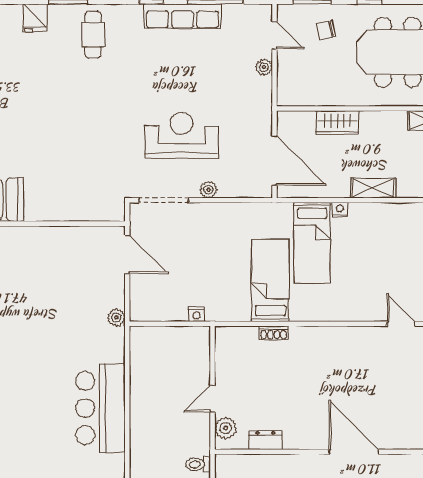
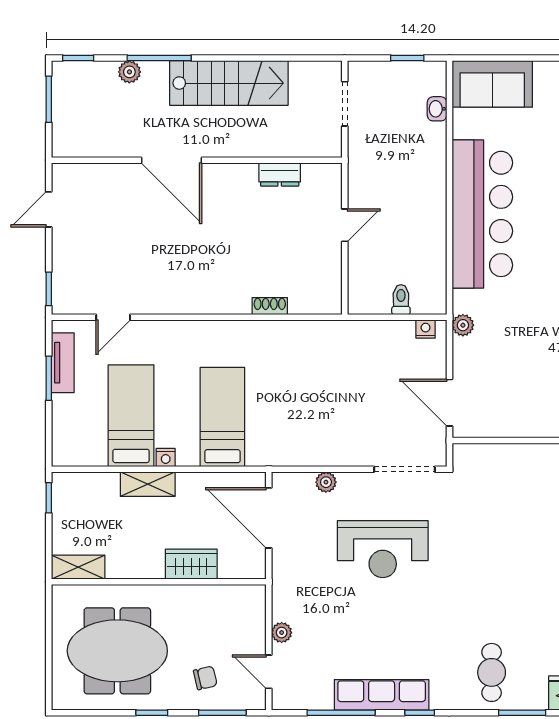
plant: (208, 190) -> (326, 482), moved
nightstand: (340, 210) -> (166, 458), moved
bed: (270, 280) -> (131, 416), moved, turned 180
nightstand: (196, 314) -> (426, 329), moved
door: (401, 324) -> (113, 317), hinge flipped
bar counter: (100, 408) -> (482, 214), width x1.36
plant: (226, 428) -> (329, 189), removed
toilet: (198, 464) -> (401, 300), moved, turned -90

